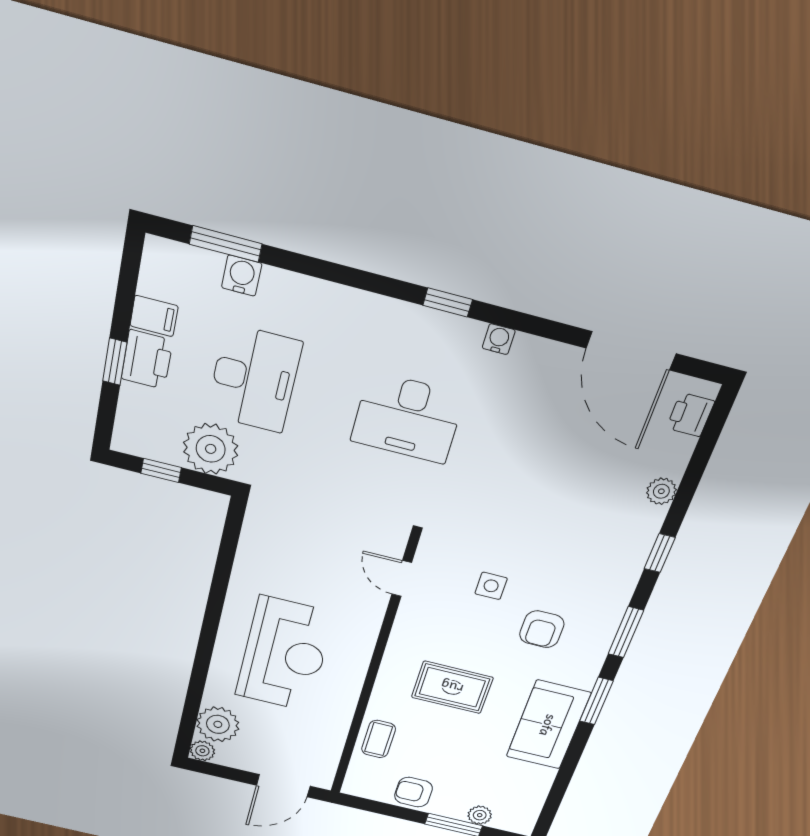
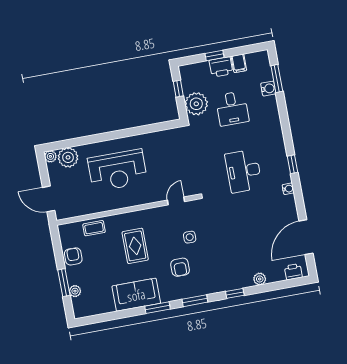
desk: (254, 379) -> (232, 109), width x0.73
armchair: (542, 629) -> (180, 267), turned -90

